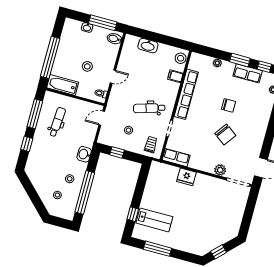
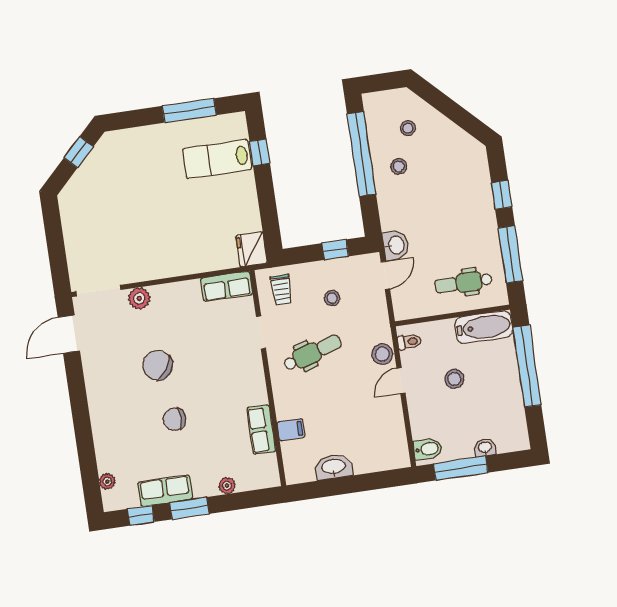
washbasin: (148, 46) -> (334, 467), moved
stool: (181, 58) -> (382, 354), moved
row of seats: (186, 94) -> (261, 430), width x0.50
door: (102, 118) -> (385, 275), moved
dental chair: (57, 122) -> (463, 283), moved, turned 86
washbasin: (84, 154) -> (396, 245), moved
fridge: (186, 177) -> (252, 249), moved, turned -90

